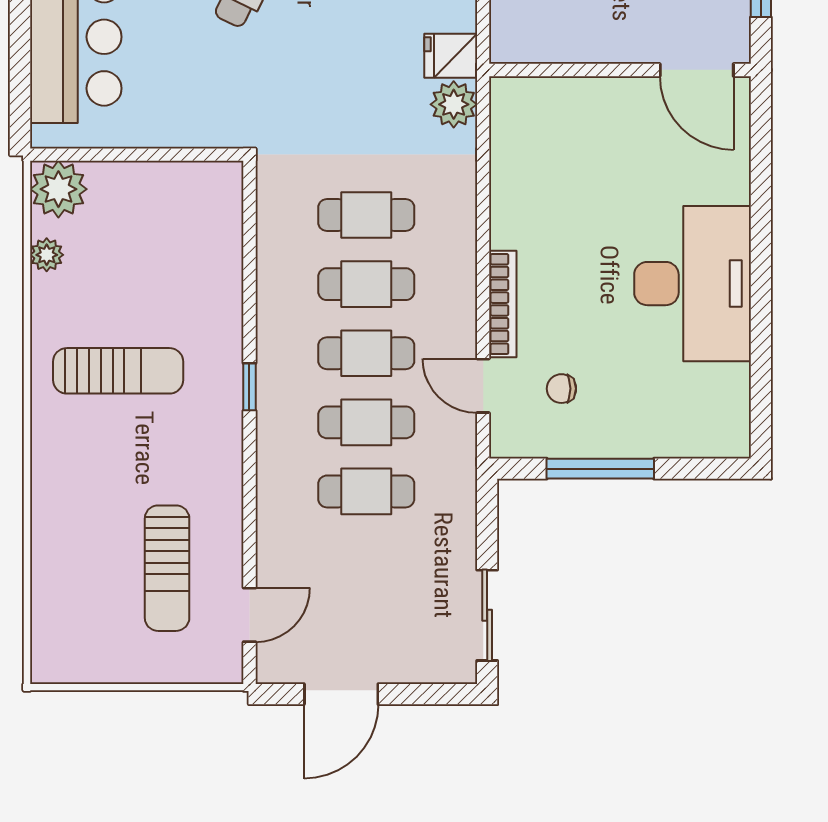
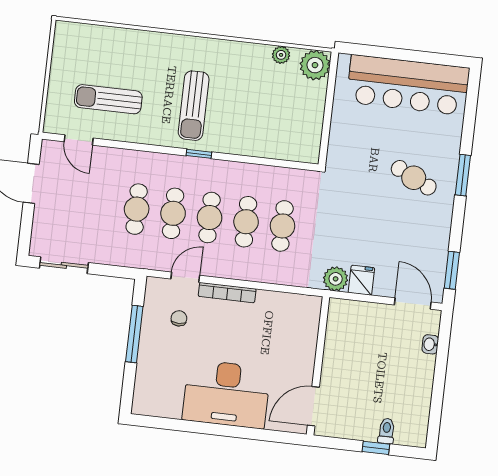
wall: (620, 70) -> (318, 366), moved
door: (697, 70) -> (313, 406), moved
sun lounger: (118, 371) -> (194, 106), moved

